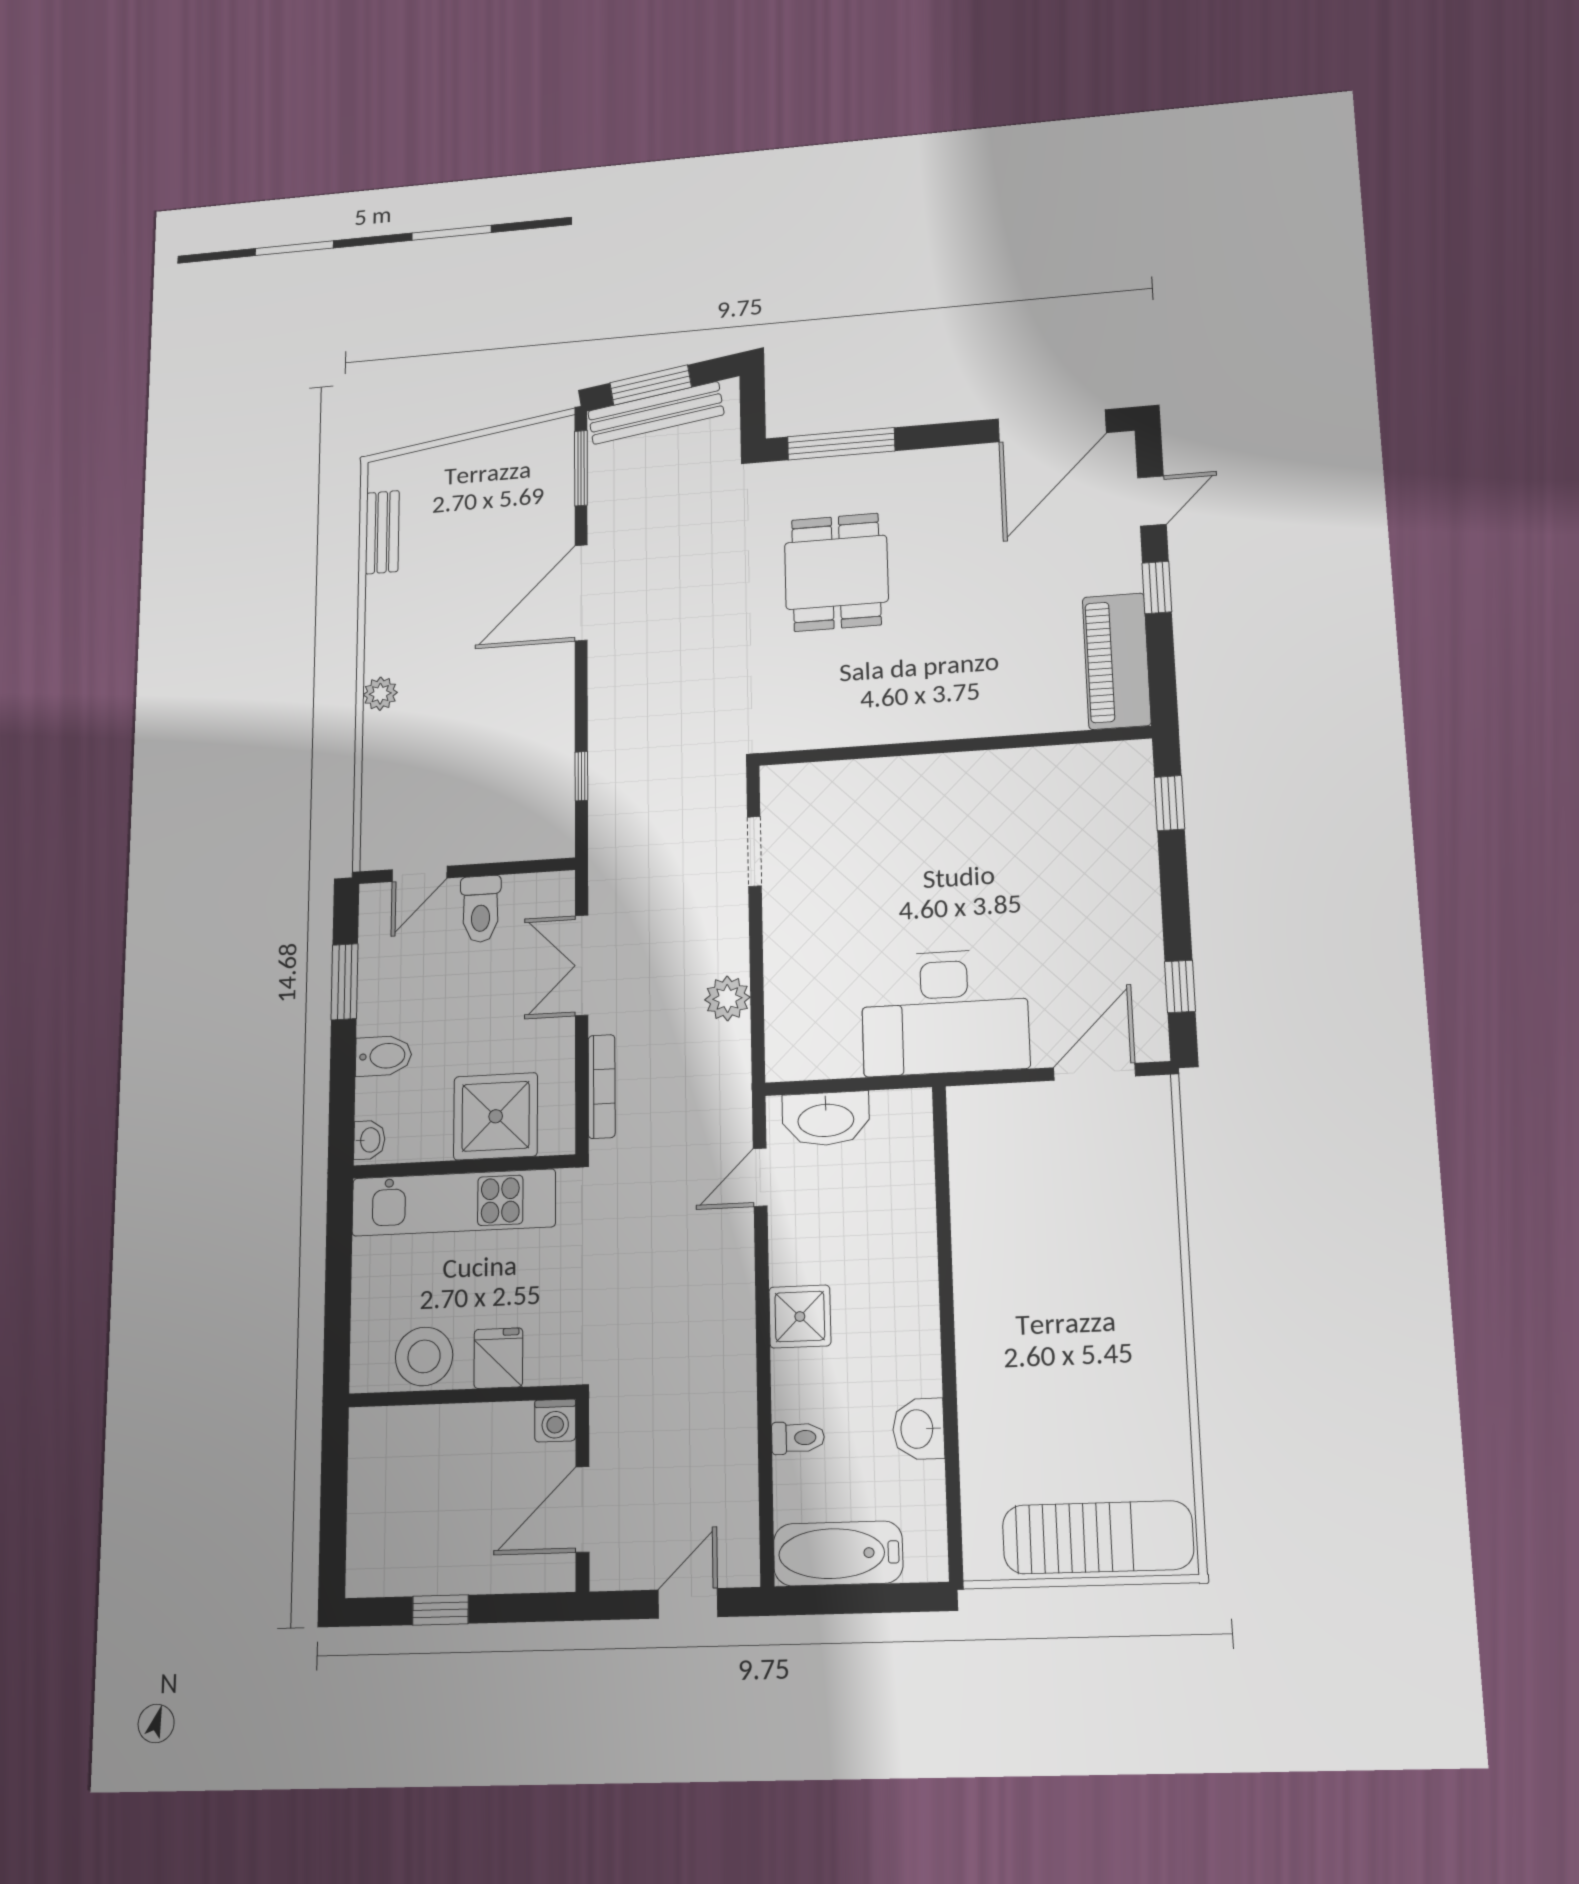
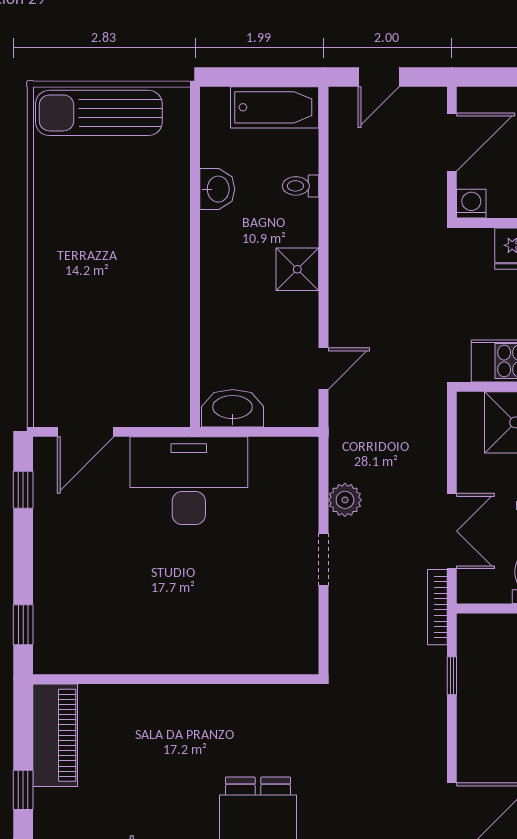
doorway: (754, 851) -> (323, 559), moved
bookcase: (602, 1086) -> (437, 607), moved
washbasin: (826, 1119) -> (233, 408), moved

